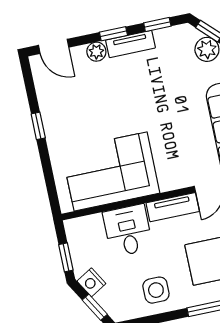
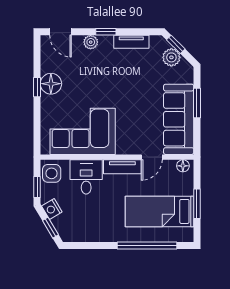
window: (157, 24) -> (139, 32), removed
tv unit: (130, 44) -> (131, 42), moved
floor lamp: (56, 118) -> (51, 84), added
side table: (156, 290) -> (52, 173), moved

